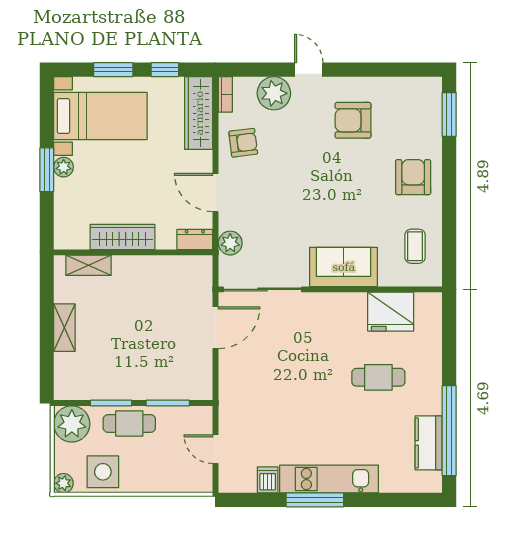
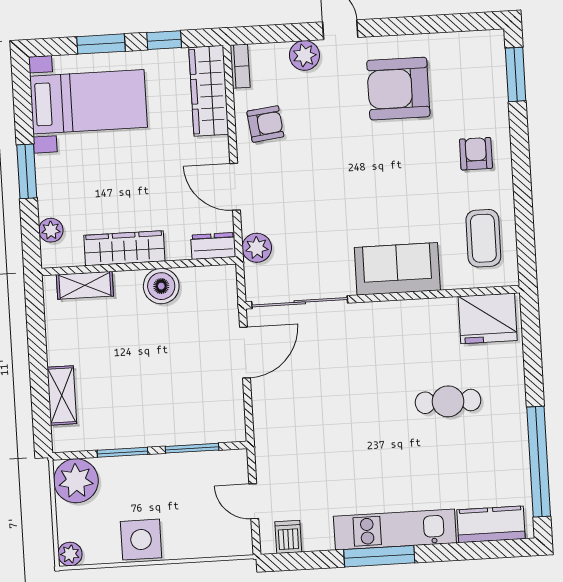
plant: (274, 93) -> (304, 55), width x0.73, depth x0.73
armchair: (353, 120) -> (398, 89), width x1.36, depth x1.36
plant: (64, 167) -> (51, 230), moved
armchair: (413, 177) -> (476, 154), width x0.72, depth x0.72
coffee table: (415, 246) -> (483, 238), width x1.36, depth x1.30
boiler: (151, 270) -> (161, 286), added
fridge: (391, 312) -> (488, 318), moved
shelving: (64, 328) -> (62, 395), moved
cafe table: (129, 424) -> (146, 476), removed
kitchen counter: (429, 443) -> (491, 524), moved, turned 90
side table: (103, 472) -> (141, 540), moved
dishwasher: (268, 480) -> (288, 537), moved

